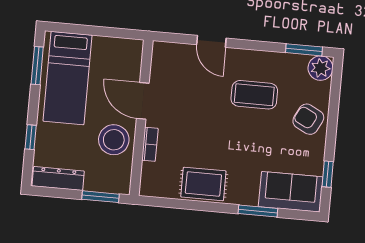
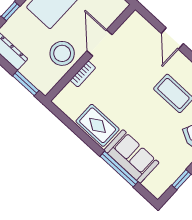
sofa: (291, 192) -> (131, 156), moved
window: (258, 211) -> (119, 169), width x1.44

